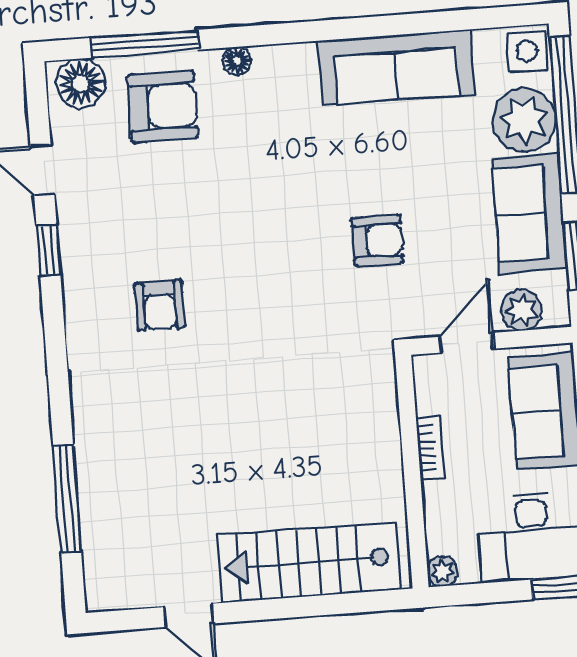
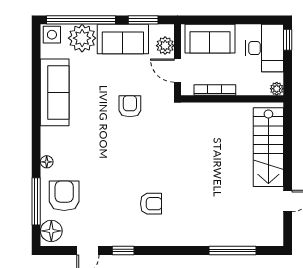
bookcase: (430, 448) -> (215, 90), width x1.56

